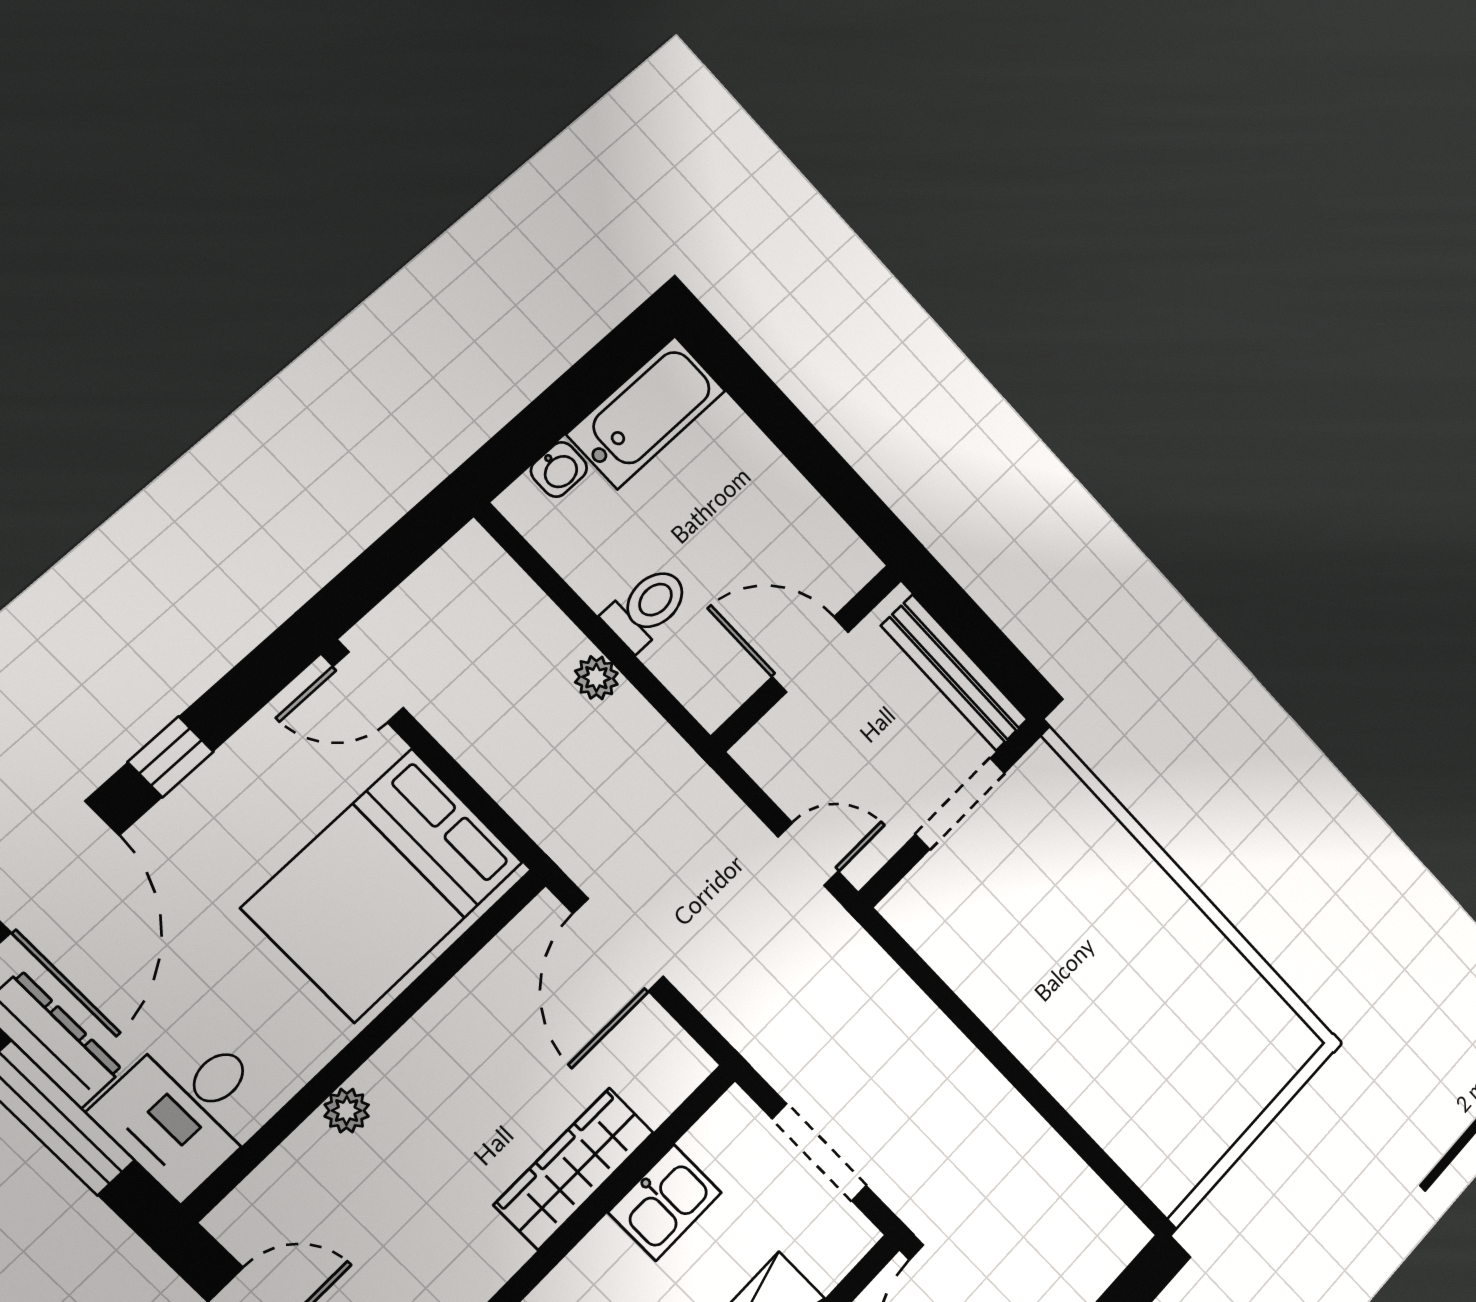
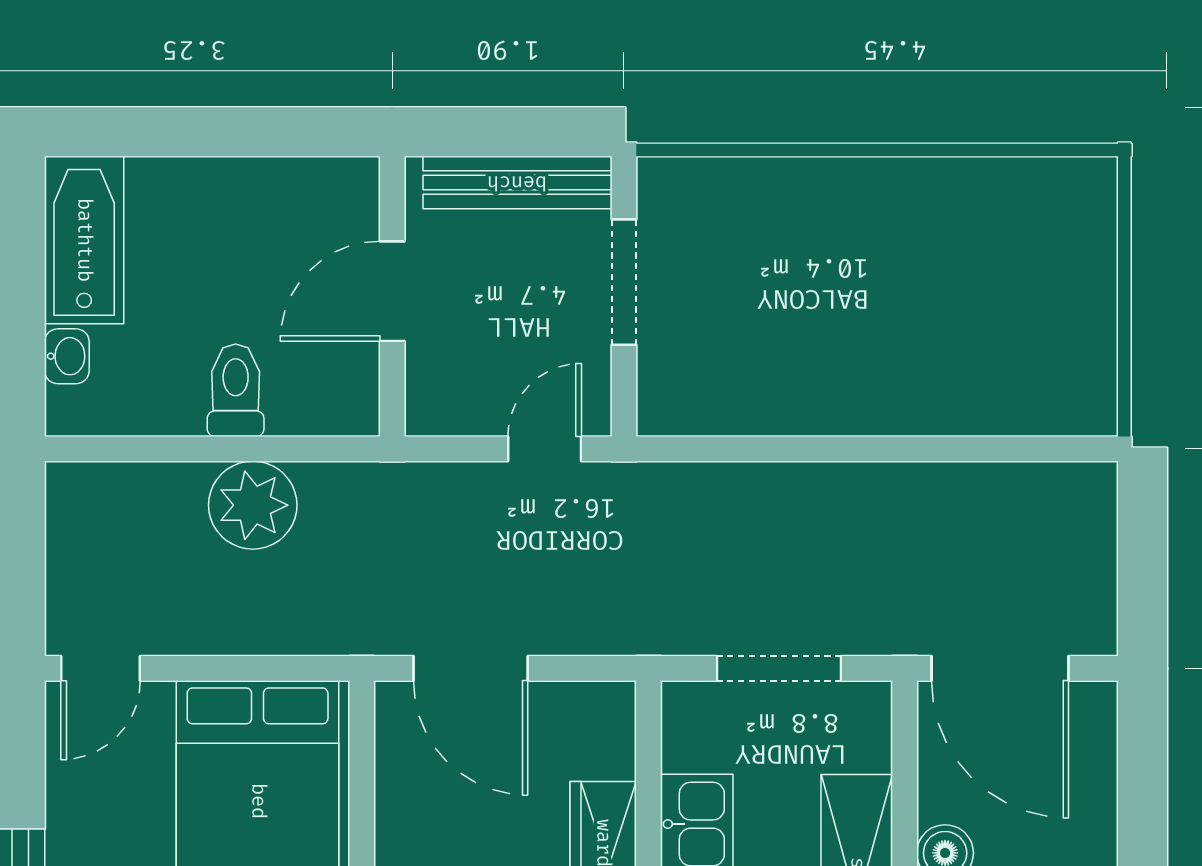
plant: (596, 678) -> (253, 505), width x1.87, depth x1.87

